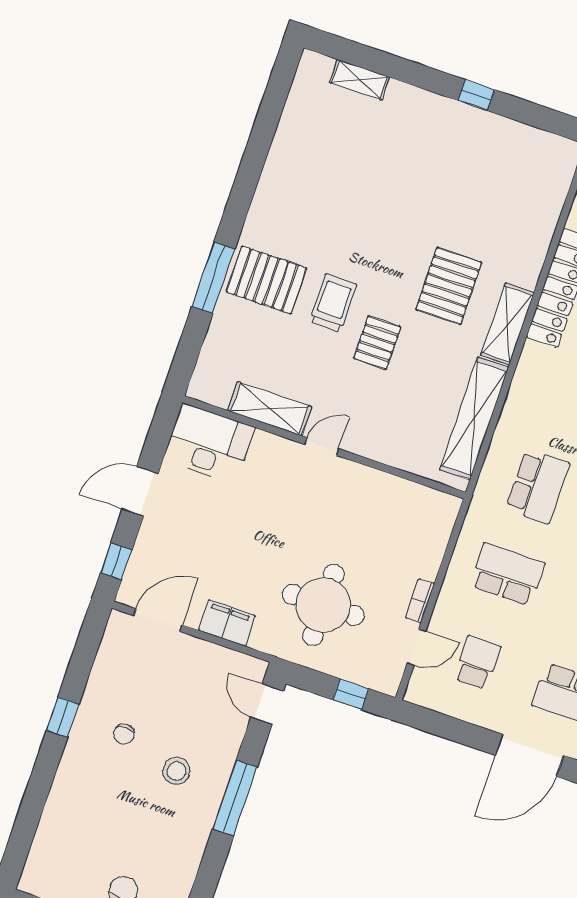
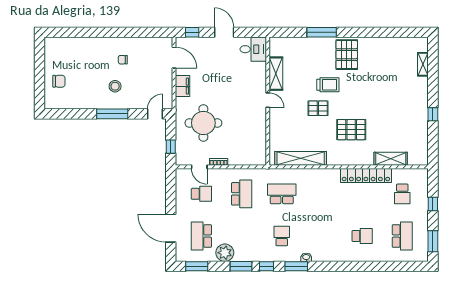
pallet: (266, 280) -> (347, 55), moved
shelving: (507, 324) -> (391, 159), moved
desk: (209, 444) -> (253, 49), width x0.73
school desk: (538, 486) -> (282, 194), turned 180
window: (63, 717) -> (121, 32), removed

